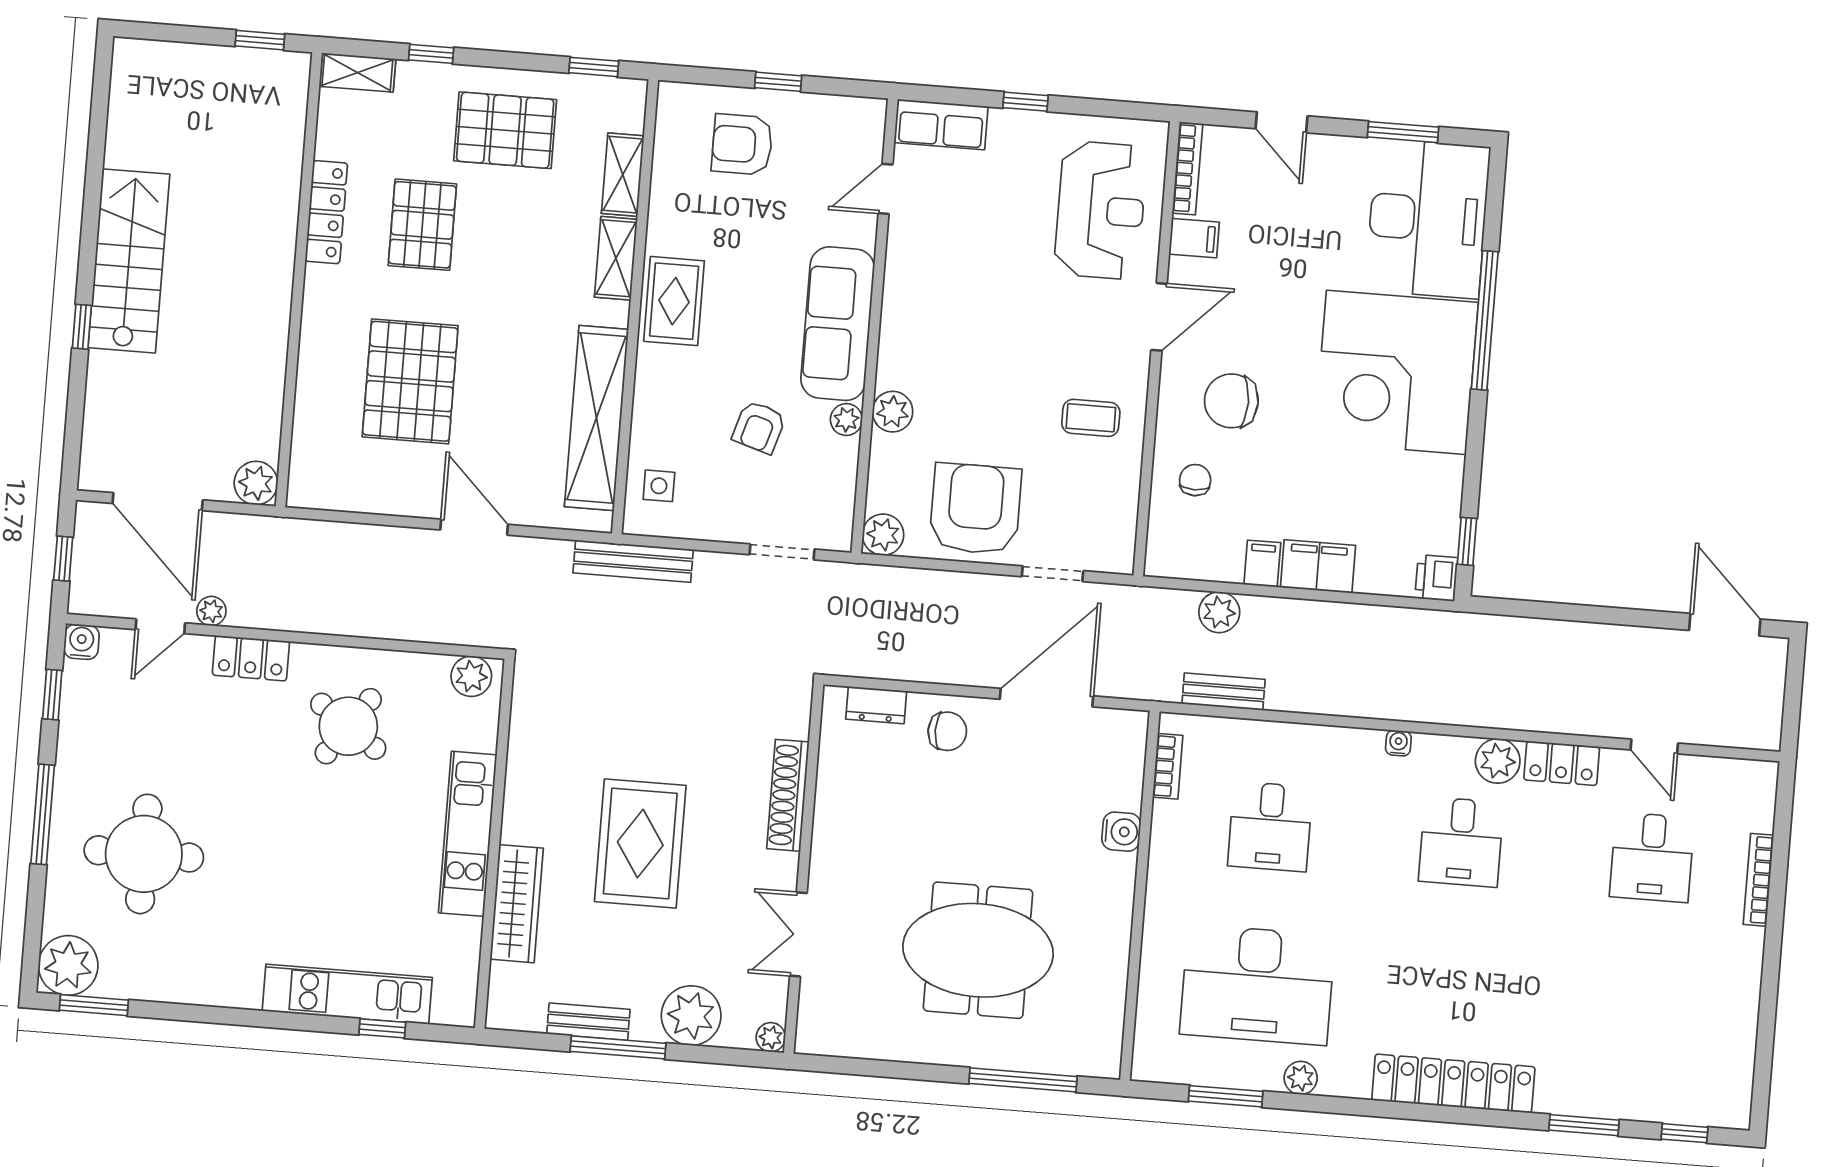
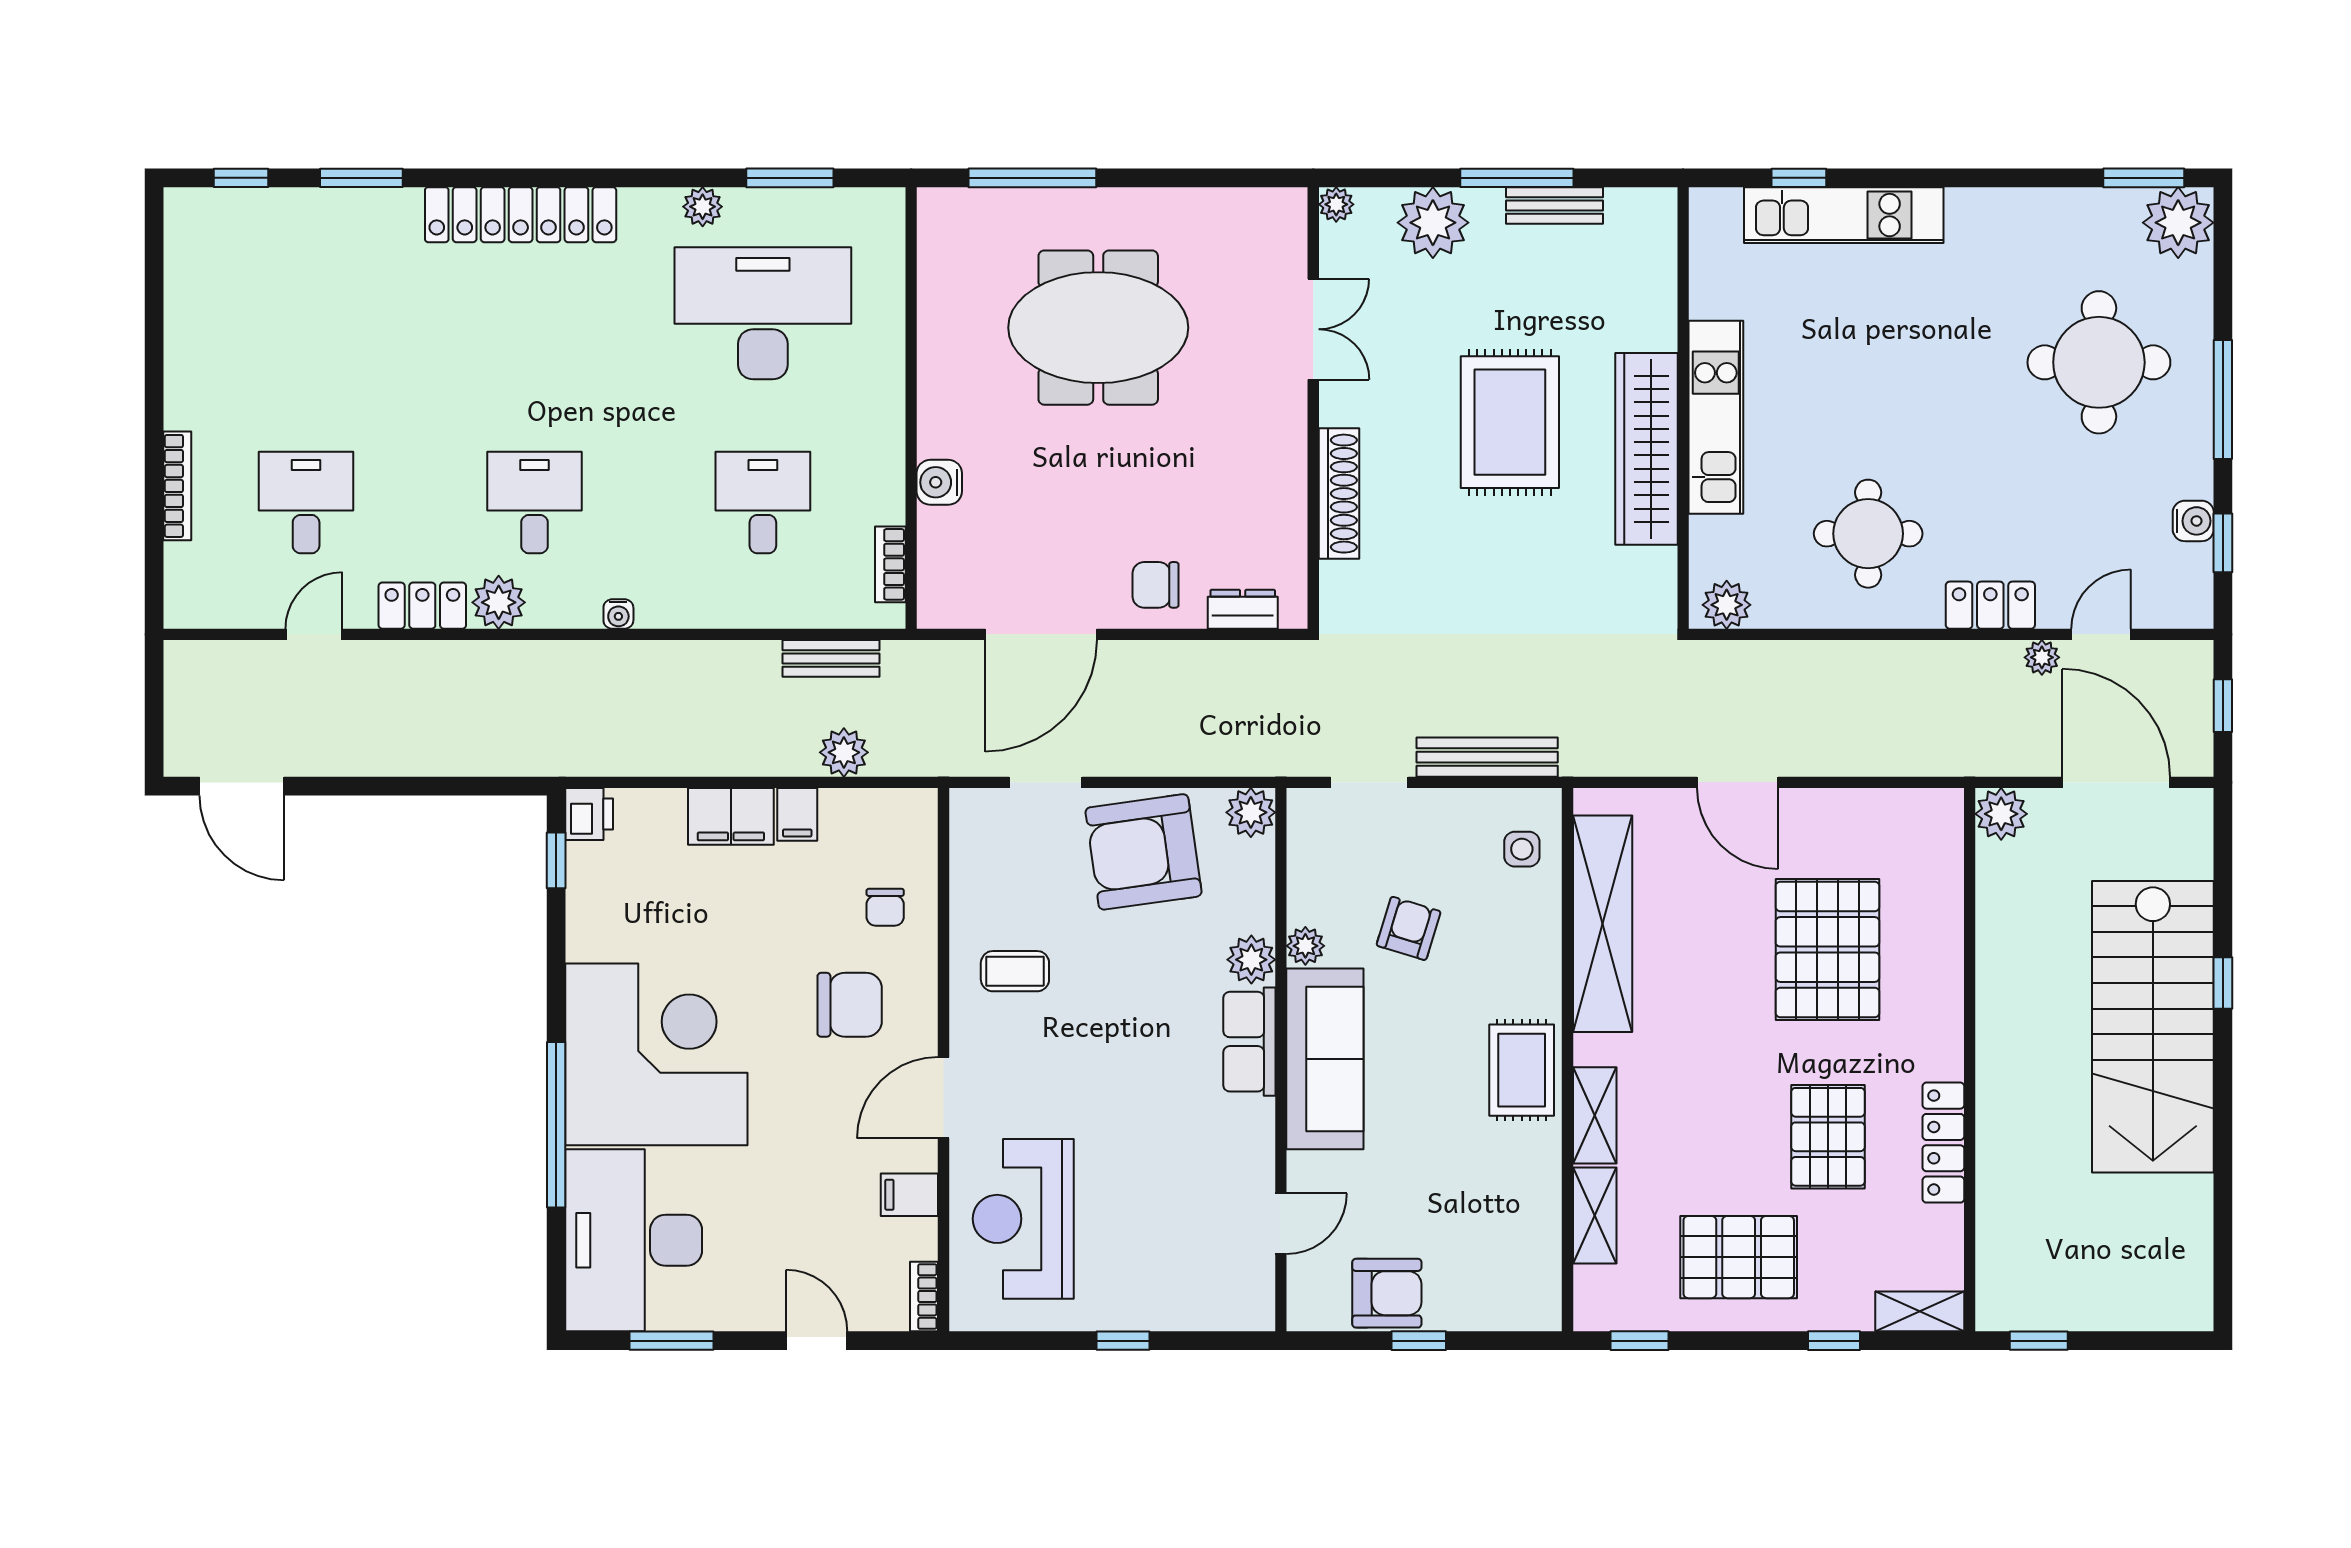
row of seats: (941, 125) -> (1249, 1042), moved, turned -90
armchair: (742, 144) -> (1387, 1293), moved
bookcase: (1187, 168) -> (924, 1297), width x0.64
stairs: (129, 261) -> (2153, 1027), width x1.36, depth x1.51
armchair: (975, 509) -> (1144, 852), turned 82
bench: (633, 561) -> (1487, 757), moved
water cooler: (81, 642) -> (2193, 521), moved, turned -90
round table: (348, 726) -> (1868, 534), turned -35
door: (1654, 747) -> (314, 634), hinge flipped
wardrobe: (517, 904) -> (1646, 449), moved, width x1.40, depth x1.17

